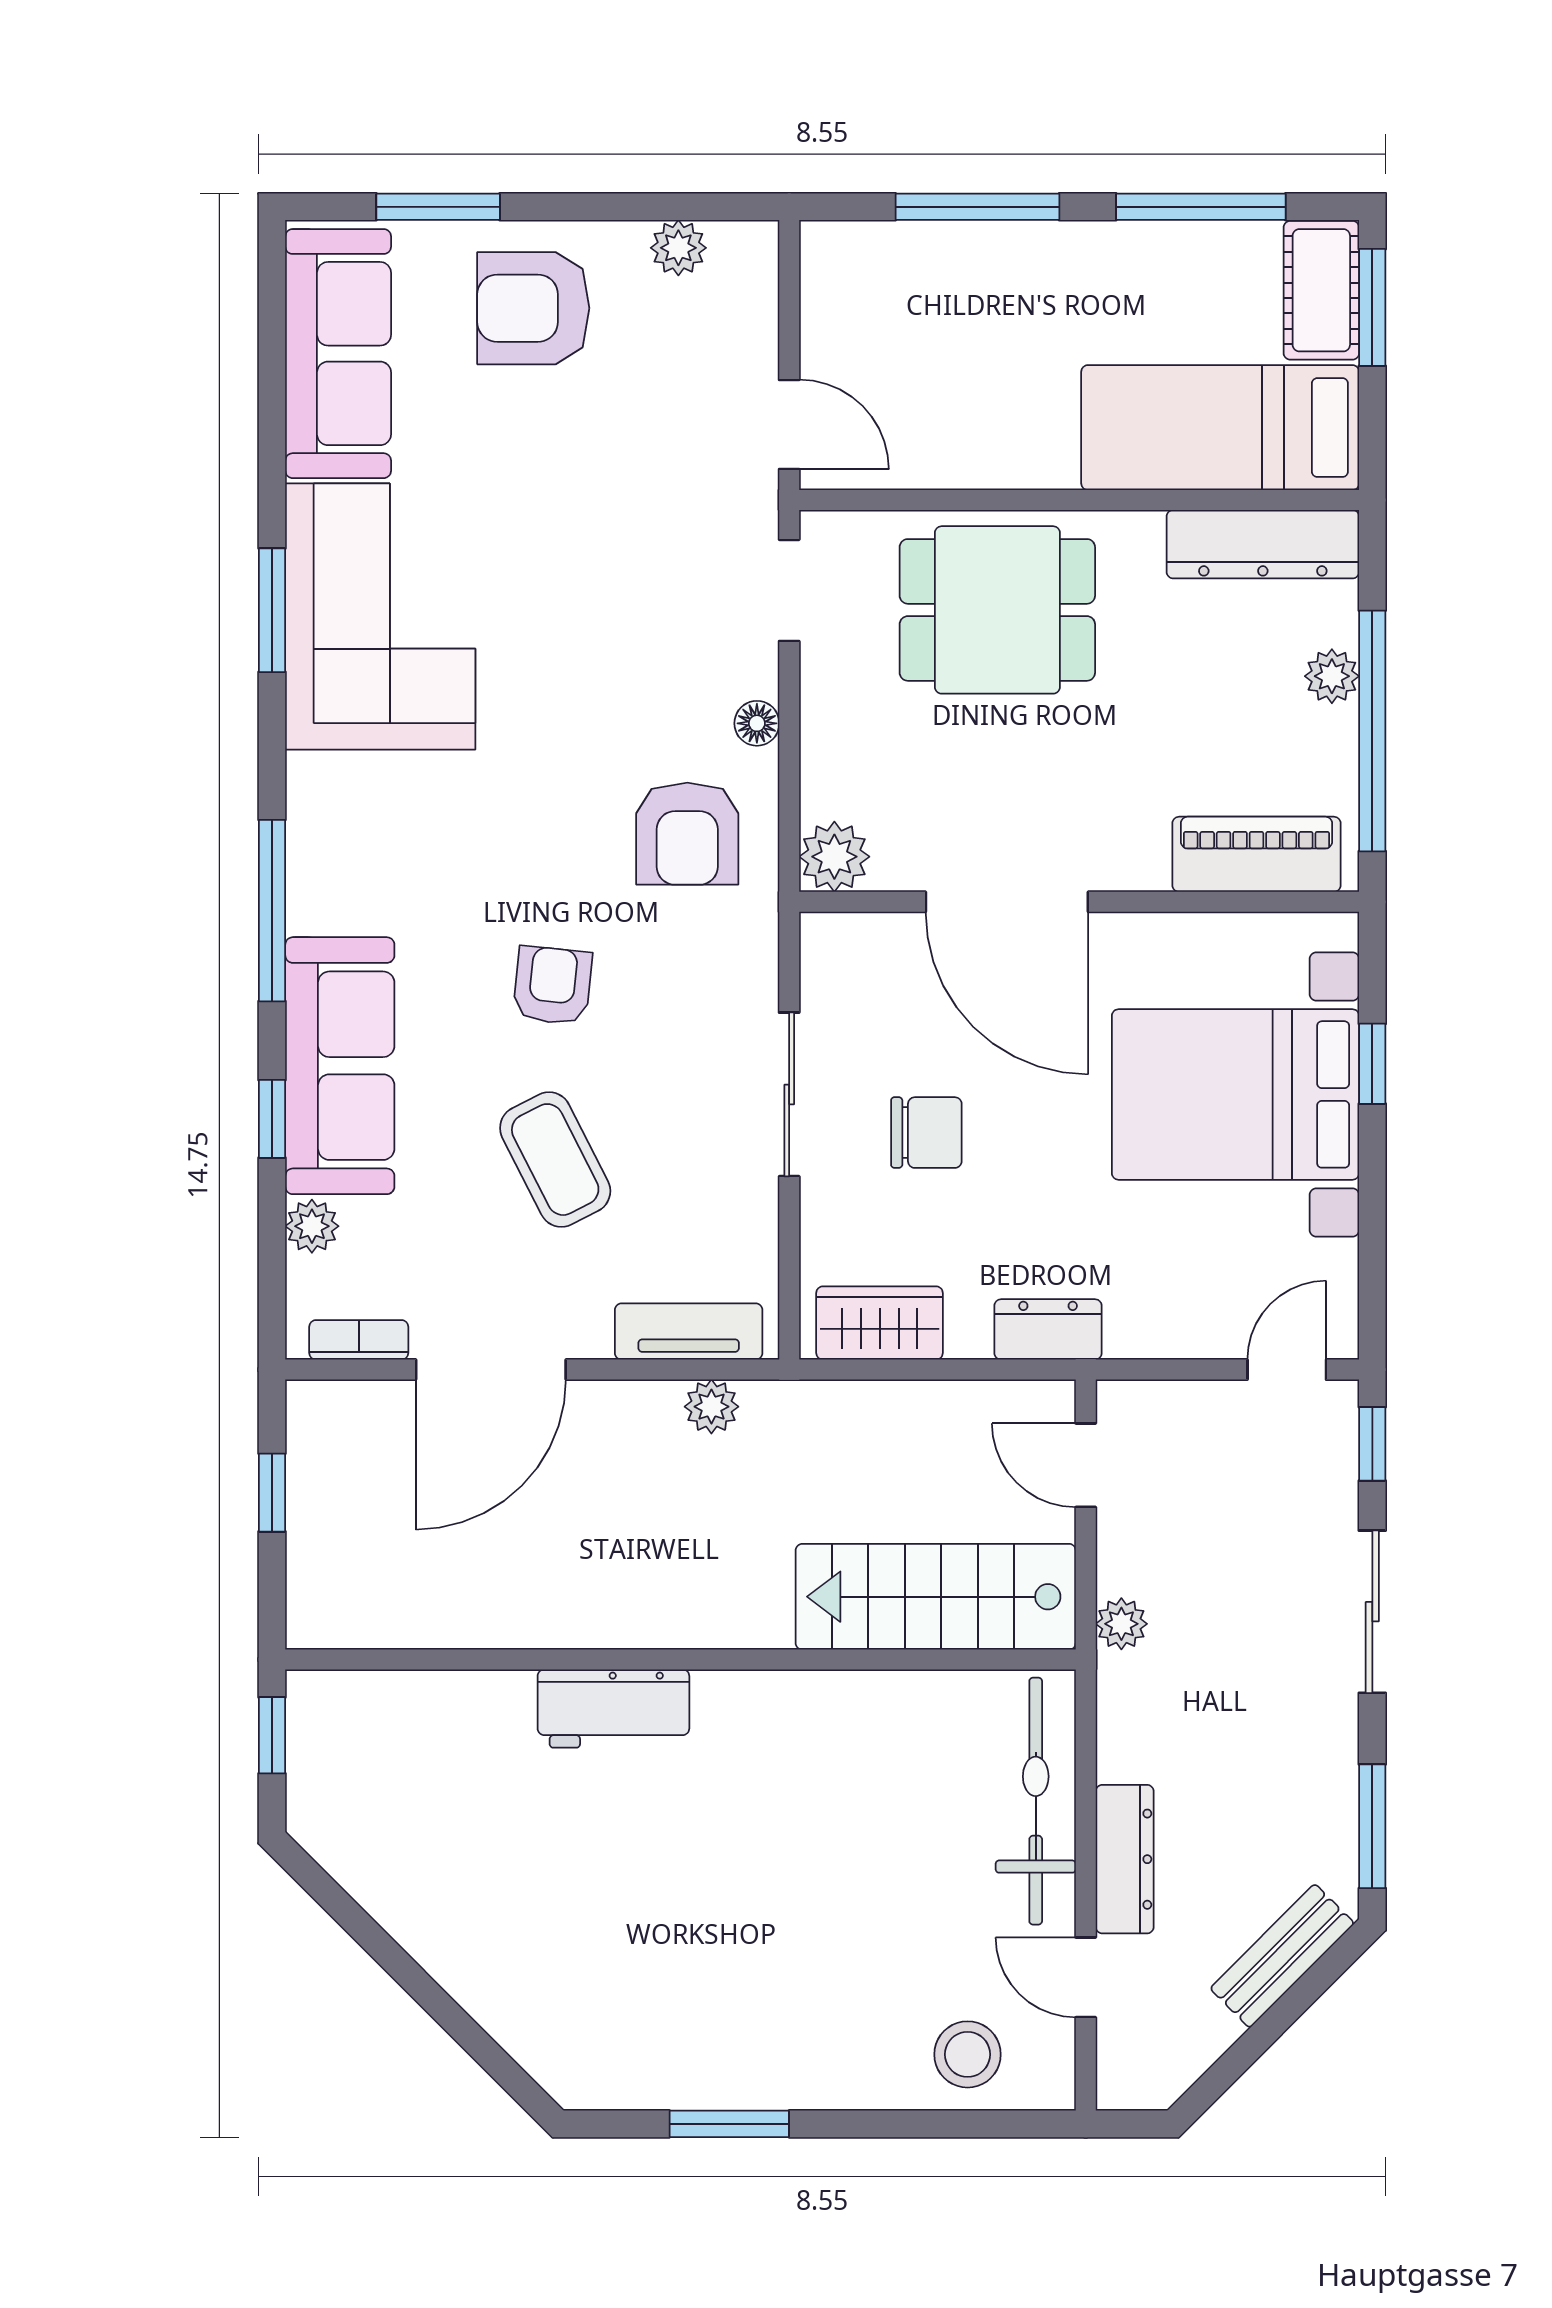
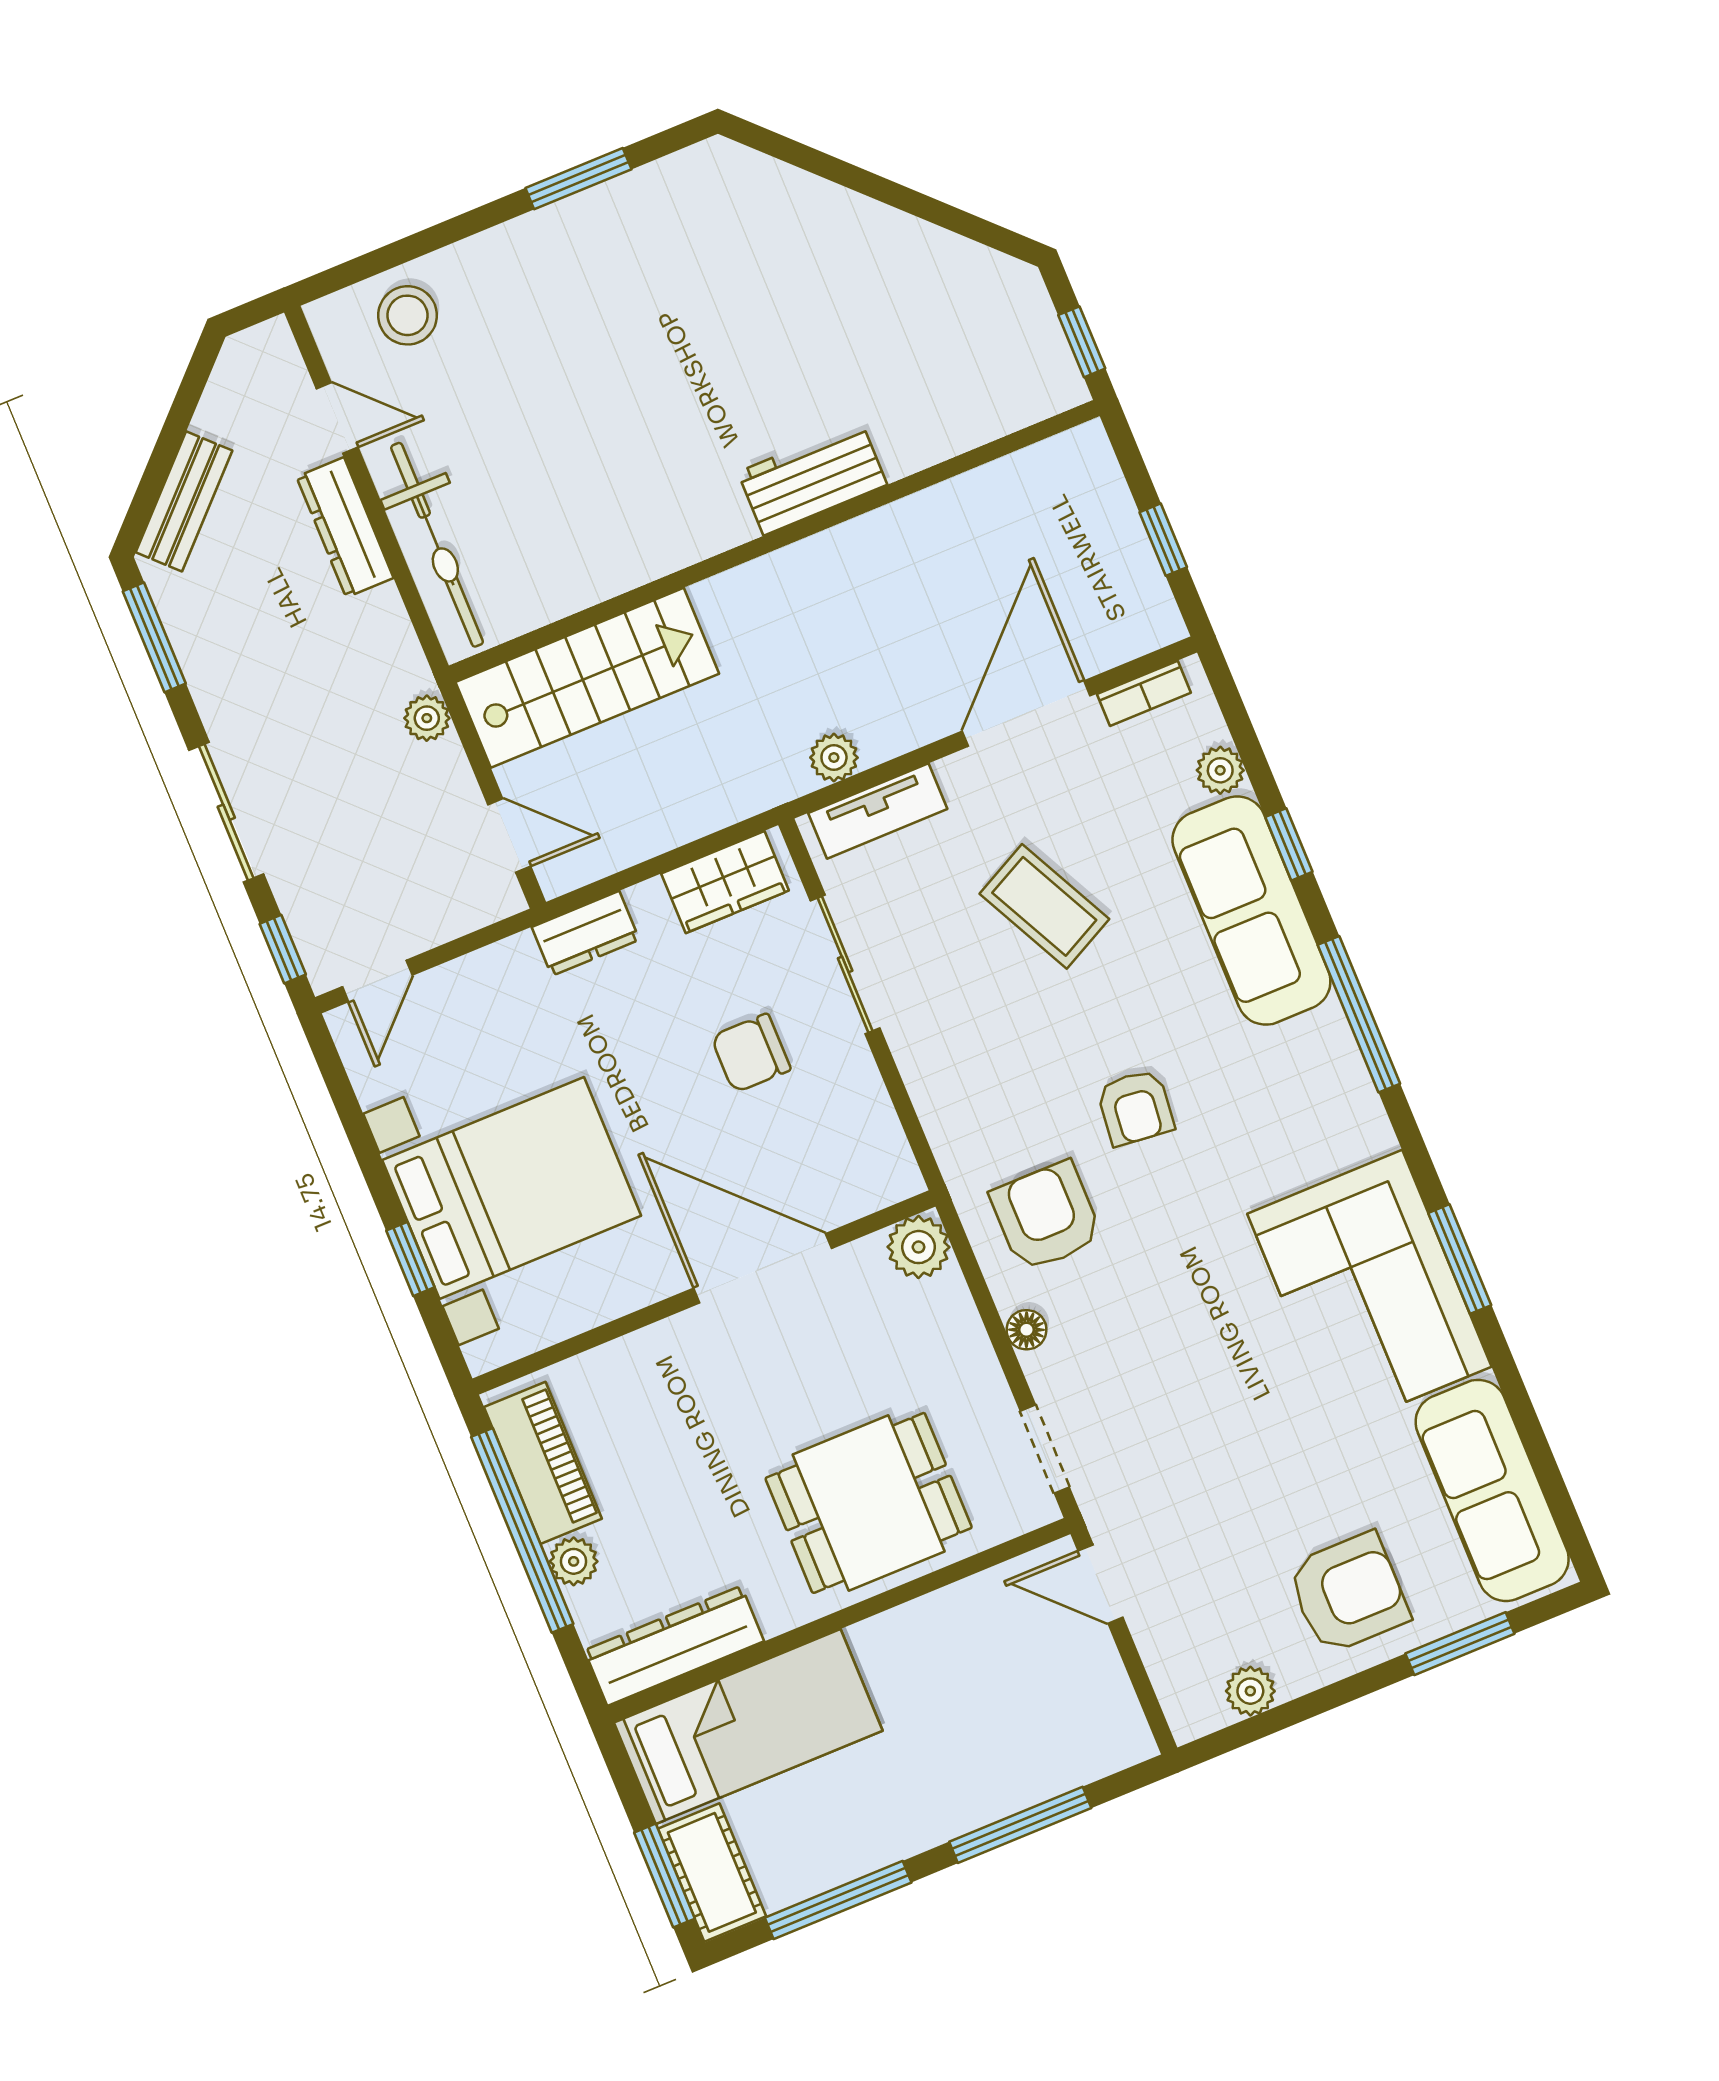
piano: (1256, 854) -> (543, 1463), moved, turned -90
armchair: (553, 986) -> (1135, 1107), moved
sliding door: (789, 1094) -> (845, 964), moved

